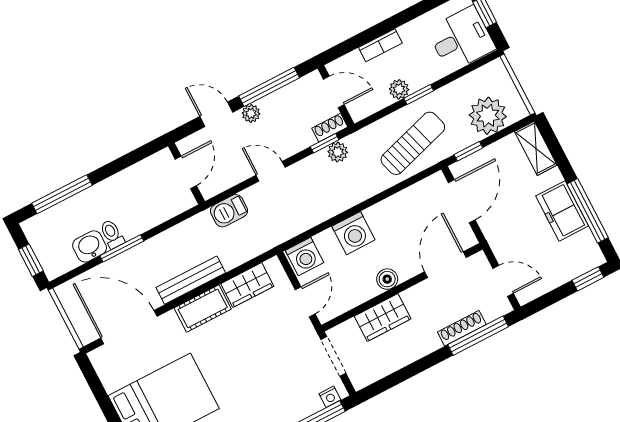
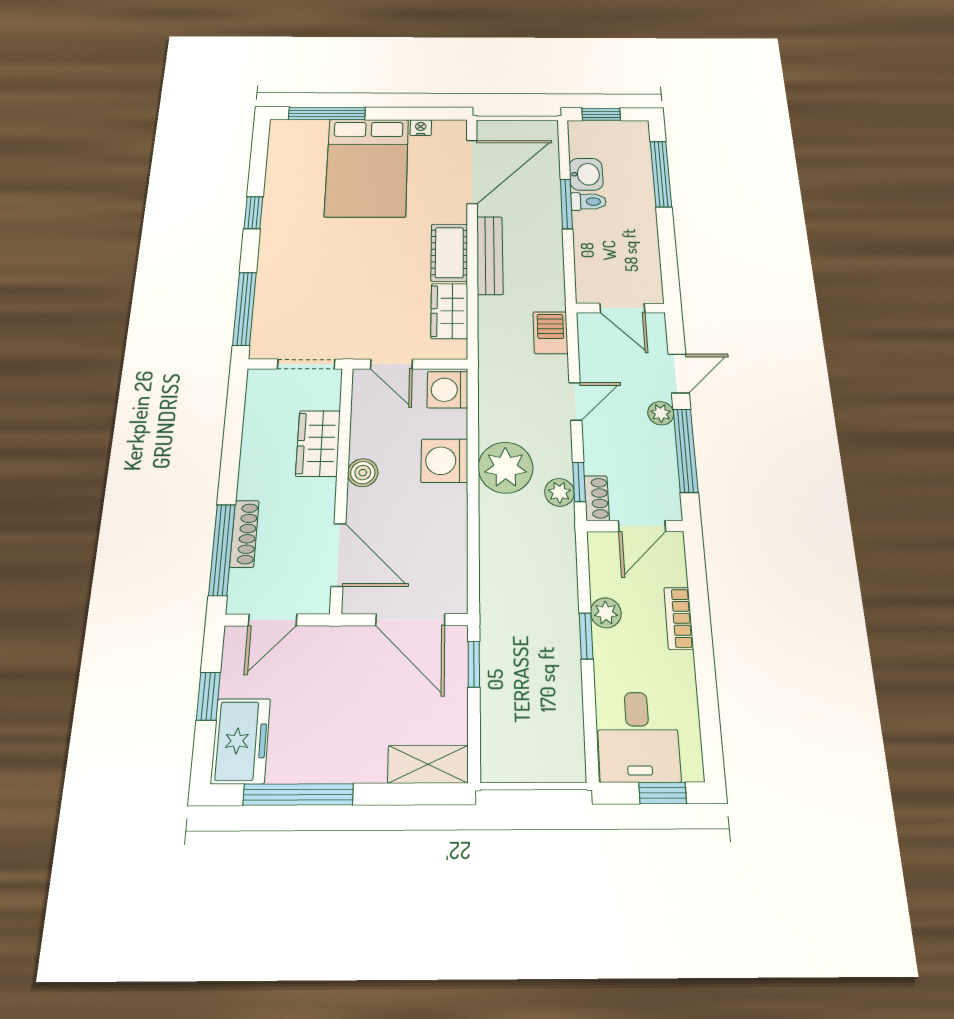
plant: (488, 116) -> (506, 468), moved
sun lounger: (413, 143) -> (523, 594), removed
freezer: (562, 211) -> (241, 741), moved, turned 90
window: (588, 279) -> (208, 696), moved
nightstand: (330, 397) -> (421, 128), moved, turned 90

